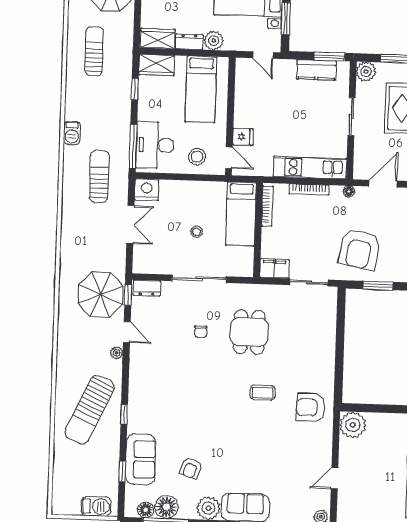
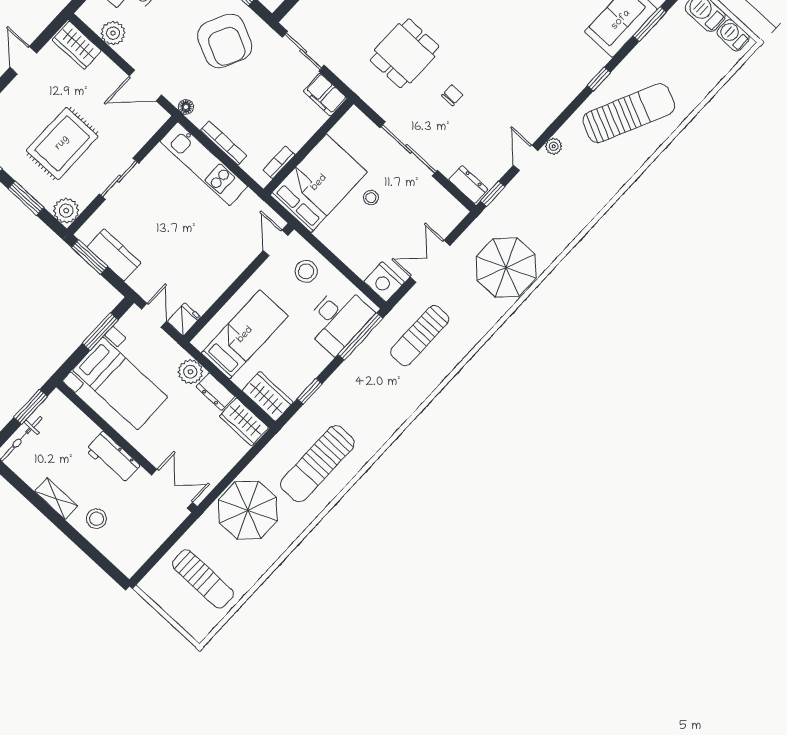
sun lounger: (94, 51) -> (317, 464), width x1.36, depth x1.34
barbecue: (72, 133) -> (733, 35), moved, turned -90
fridge: (243, 137) -> (184, 319), moved, turned 90
bookcase: (267, 206) -> (279, 162), width x0.64
bed: (241, 214) -> (319, 183), width x1.50
armchair: (359, 249) -> (225, 41), turned 105
parasol: (100, 295) -> (506, 267), moved
window: (122, 472) -> (650, 24), width x1.50

